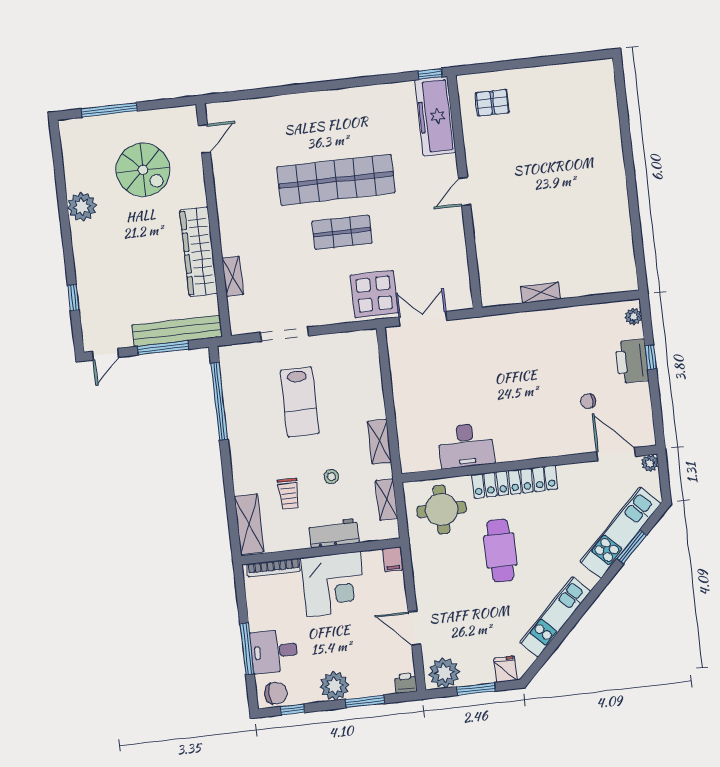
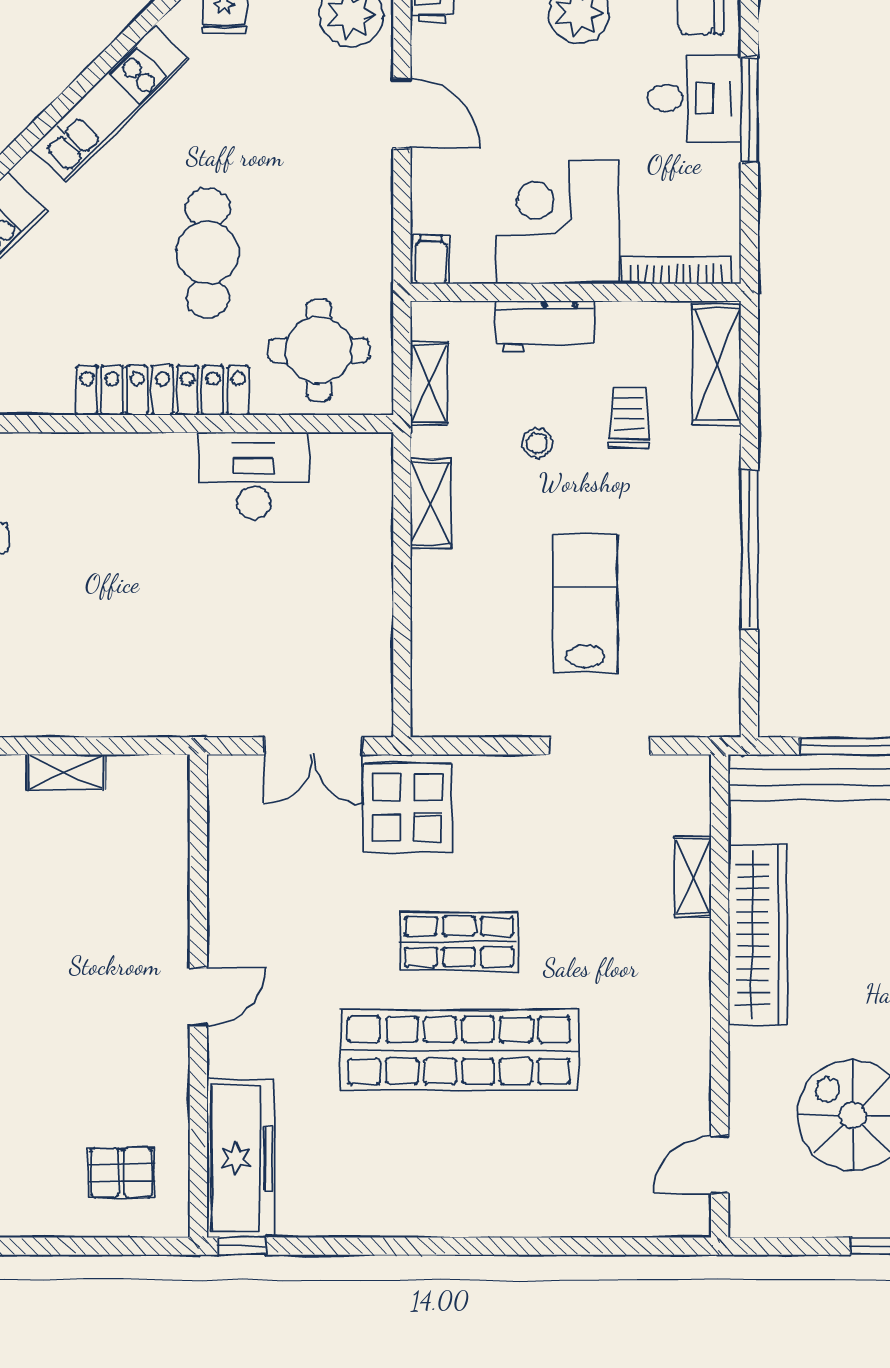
window: (219, 401) -> (749, 549), moved

